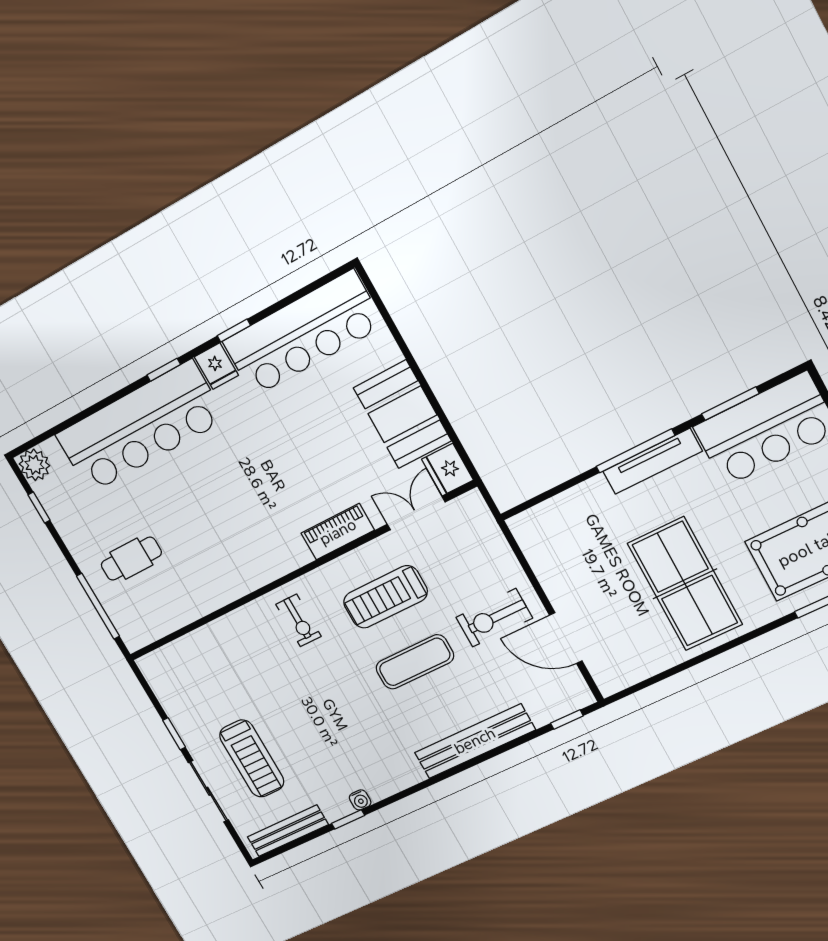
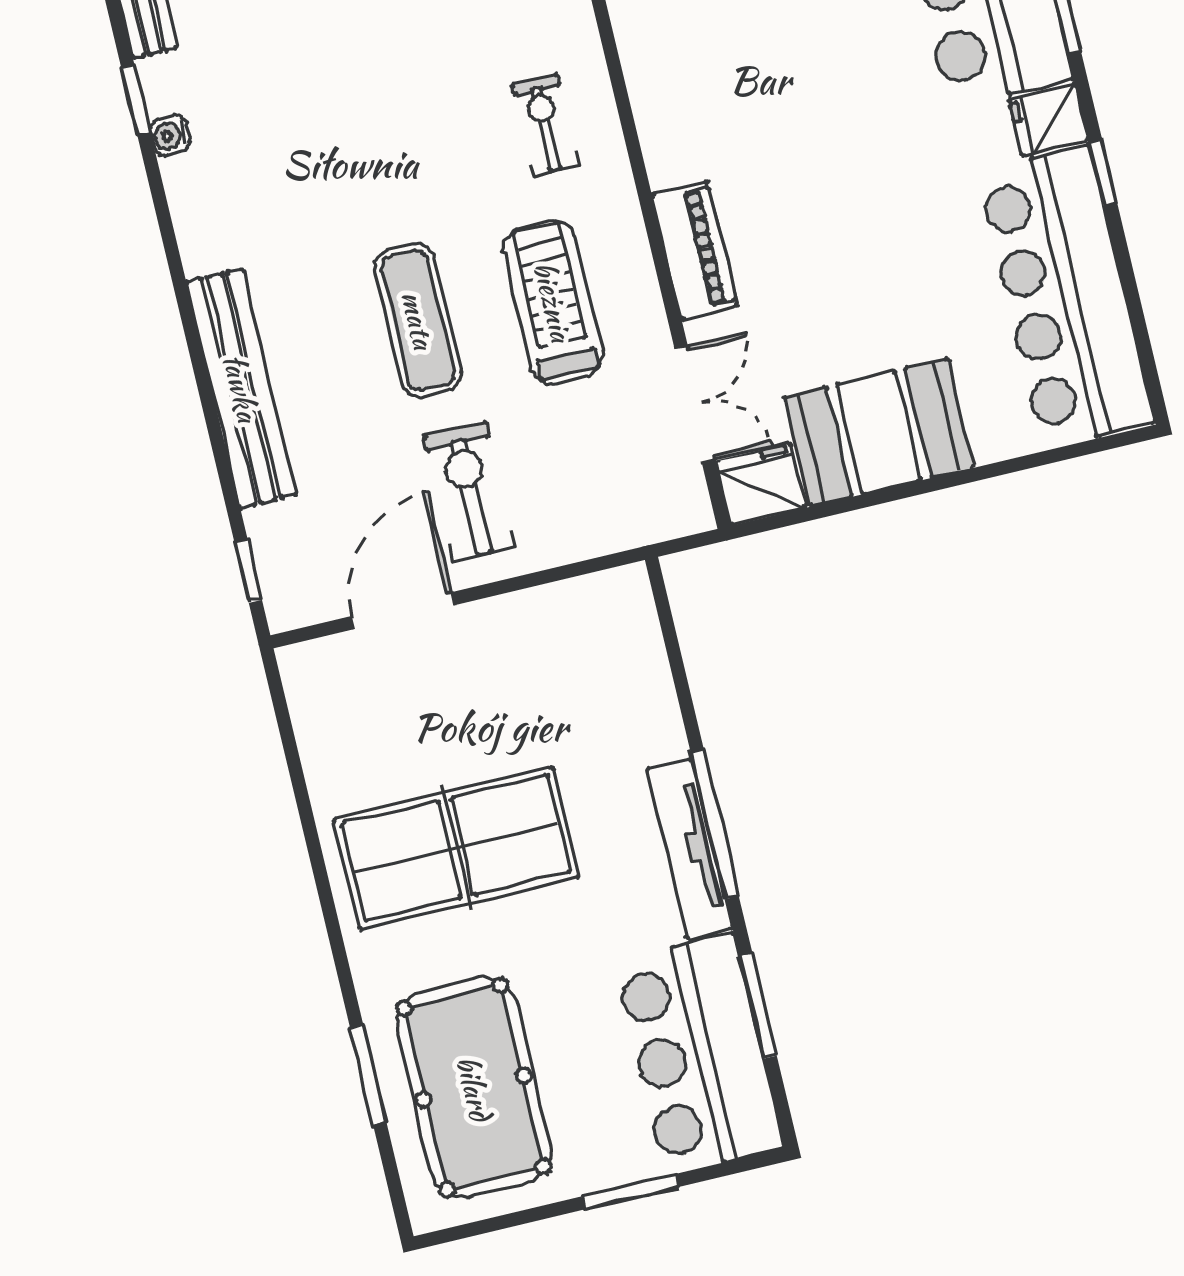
exercise bike: (298, 620) -> (545, 125), turned 90

